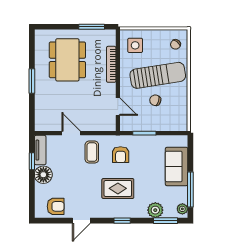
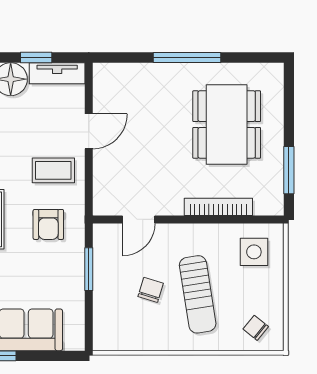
dining table: (67, 60) -> (227, 124), turned 90
sun lounger: (158, 75) -> (198, 294), width x0.73, depth x0.75
window: (32, 81) -> (187, 58), width x1.44
armchair: (121, 155) -> (48, 224), turned -90

